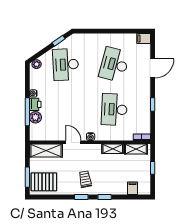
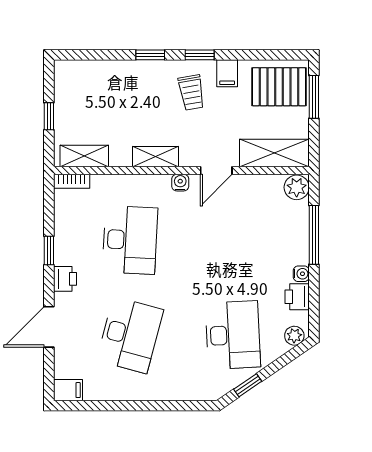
printer: (145, 91) -> (65, 279), added
printer: (35, 104) -> (297, 297), moved
plant: (35, 117) -> (297, 187), moved
door: (73, 142) -> (216, 171), hinge flipped
shelving: (113, 149) -> (156, 157), moved
filing cabinet: (132, 188) -> (227, 73), moved

